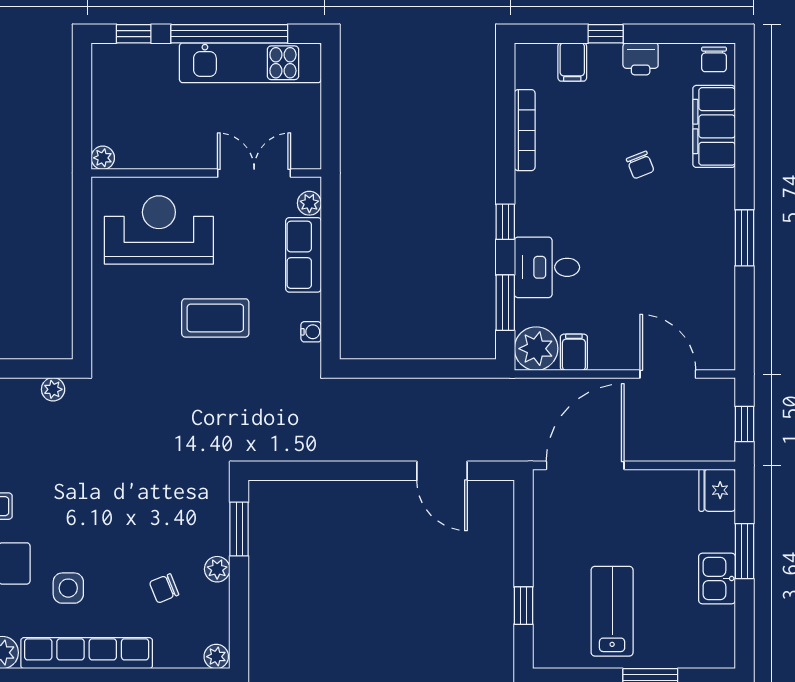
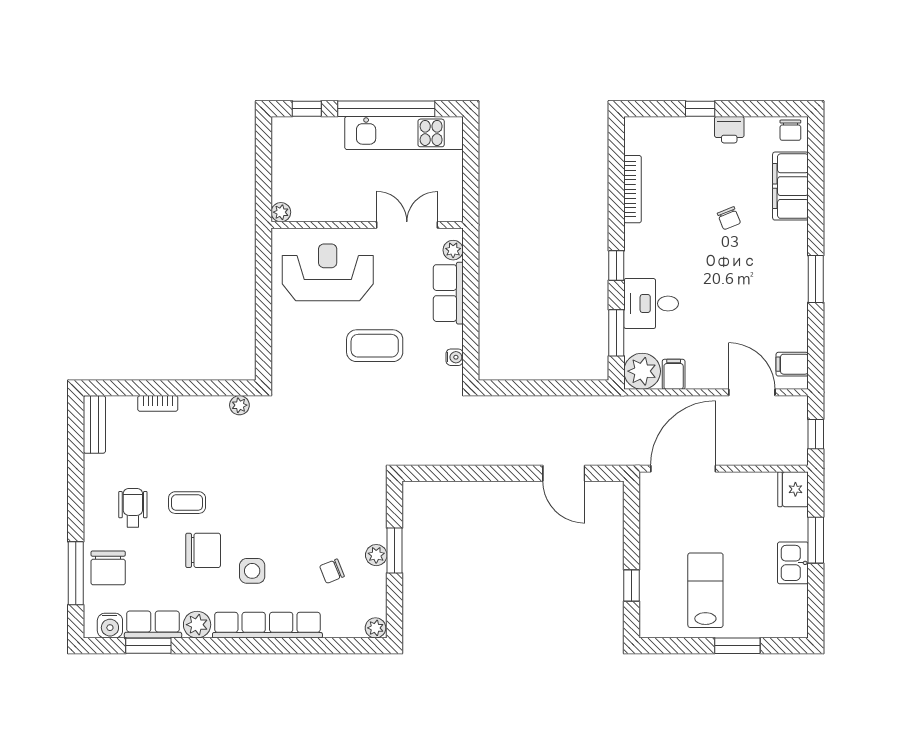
filing cabinet: (572, 62) -> (792, 364), moved, turned 90
window: (239, 529) -> (395, 551), moved

